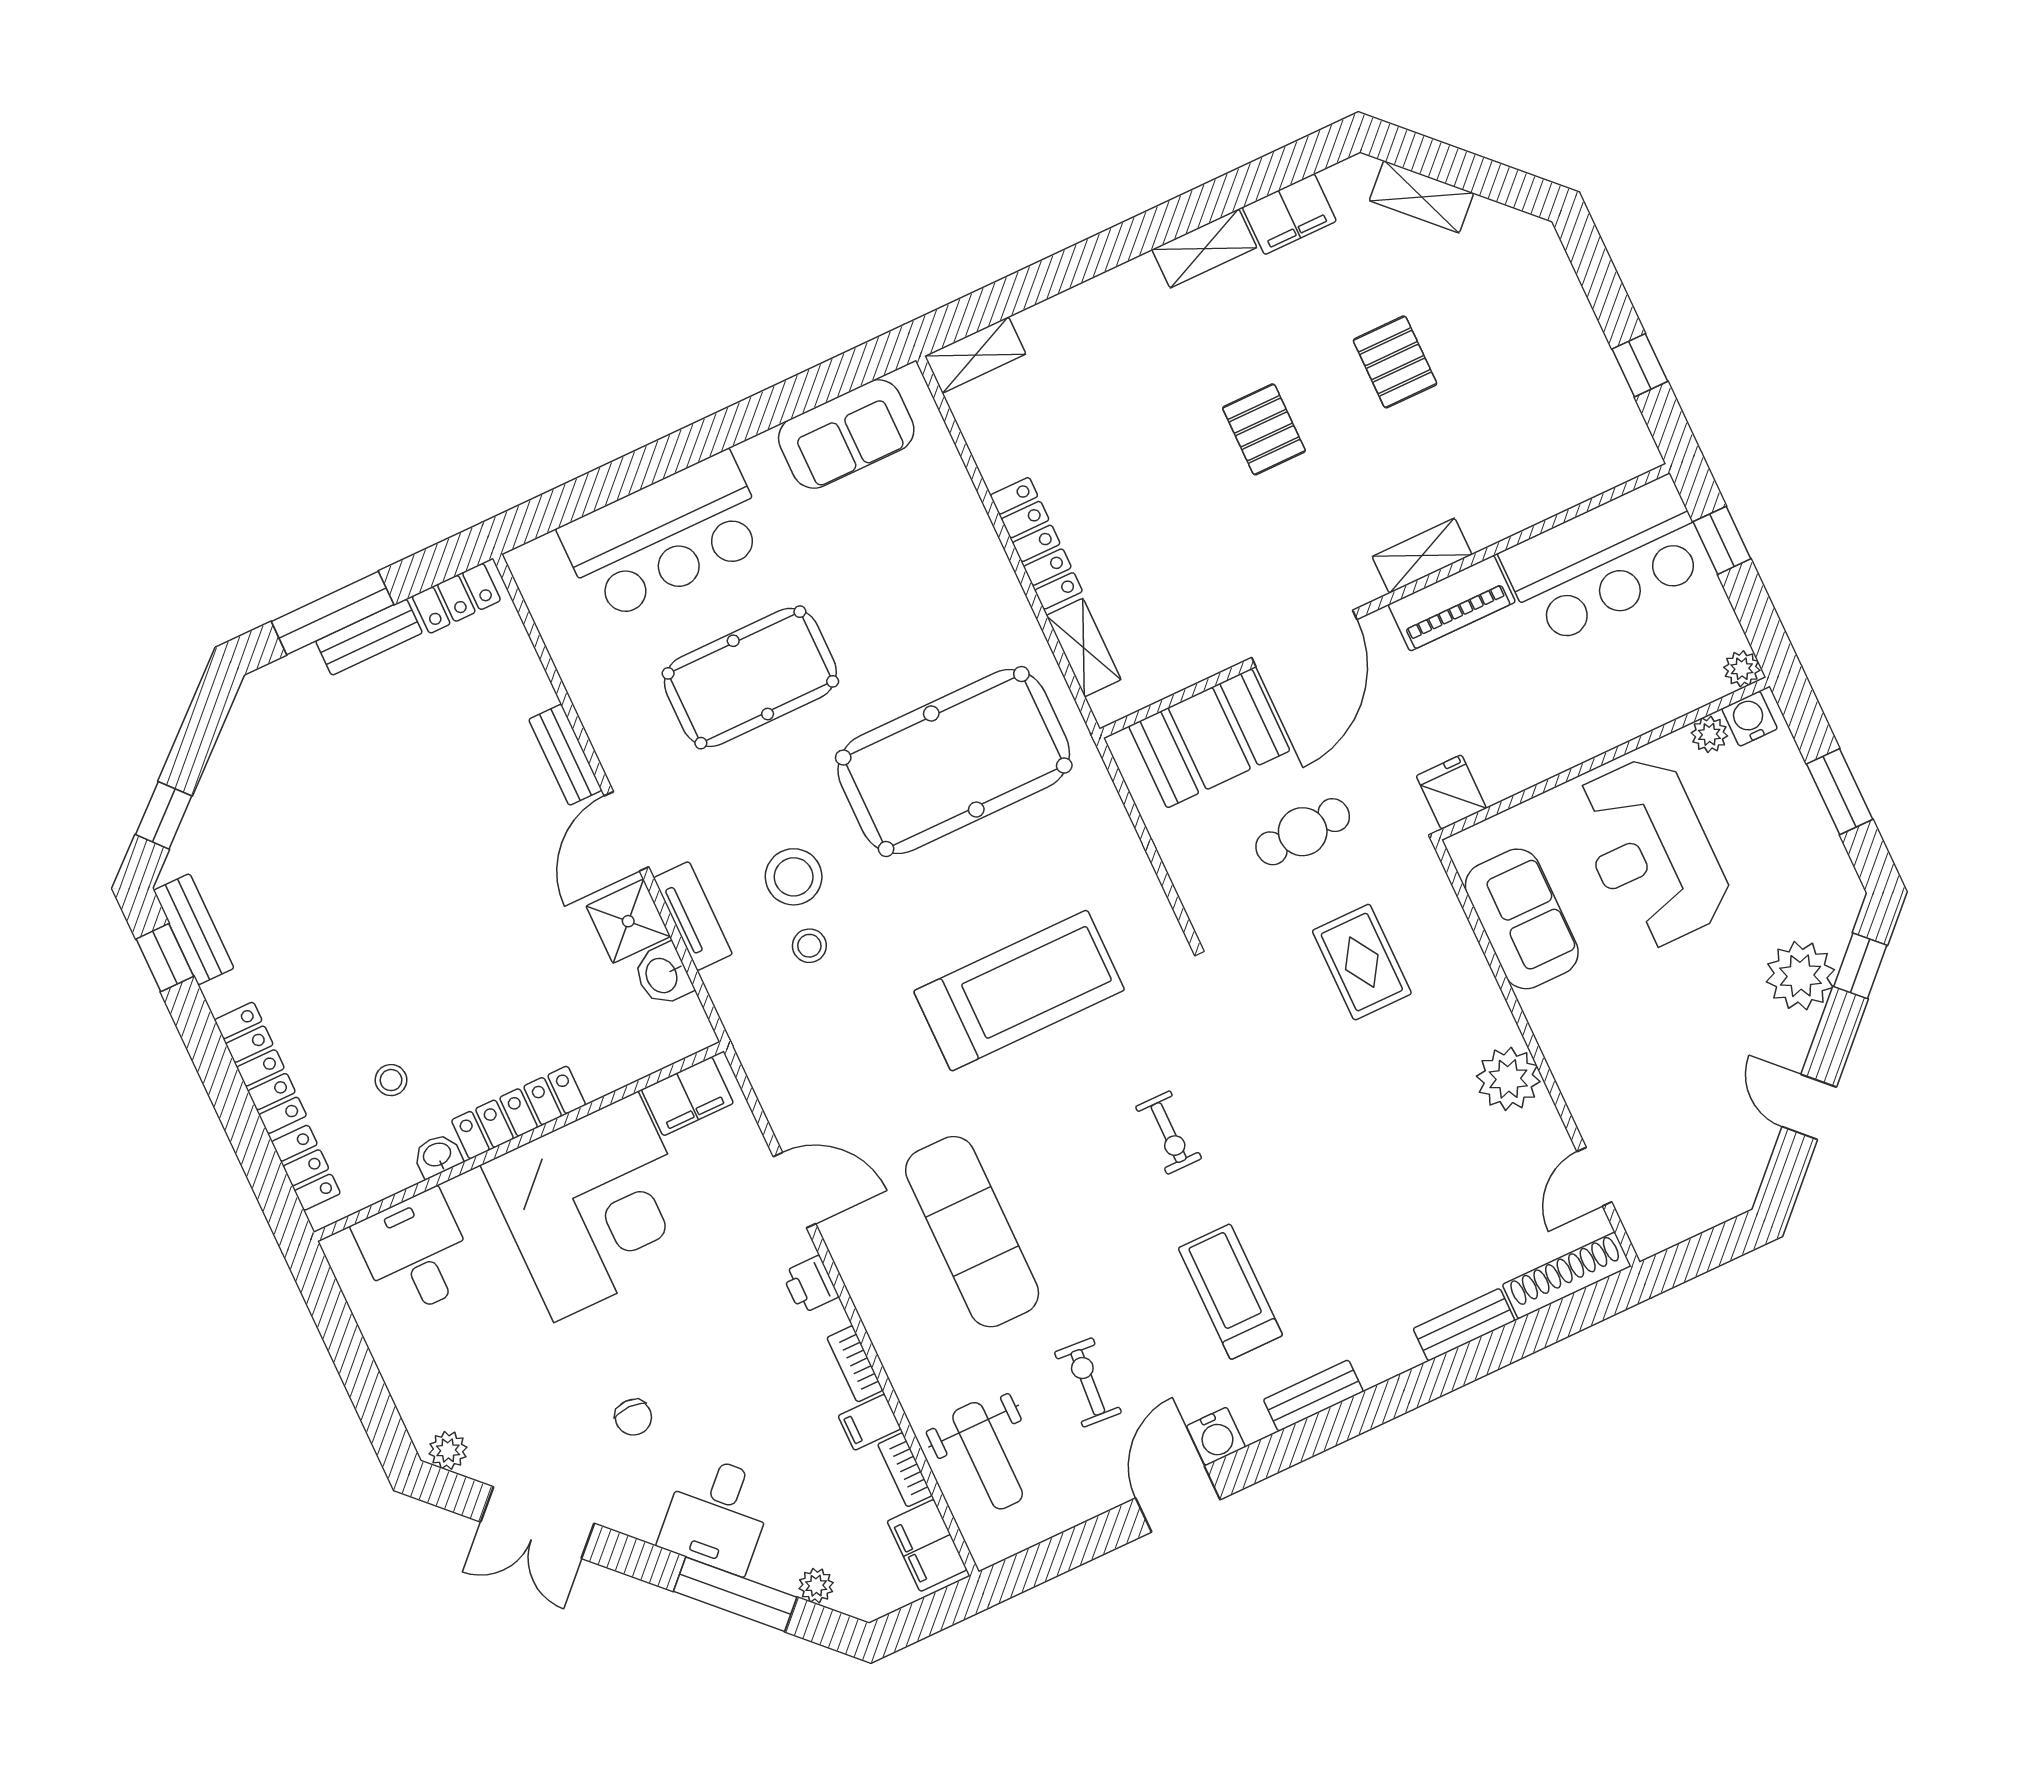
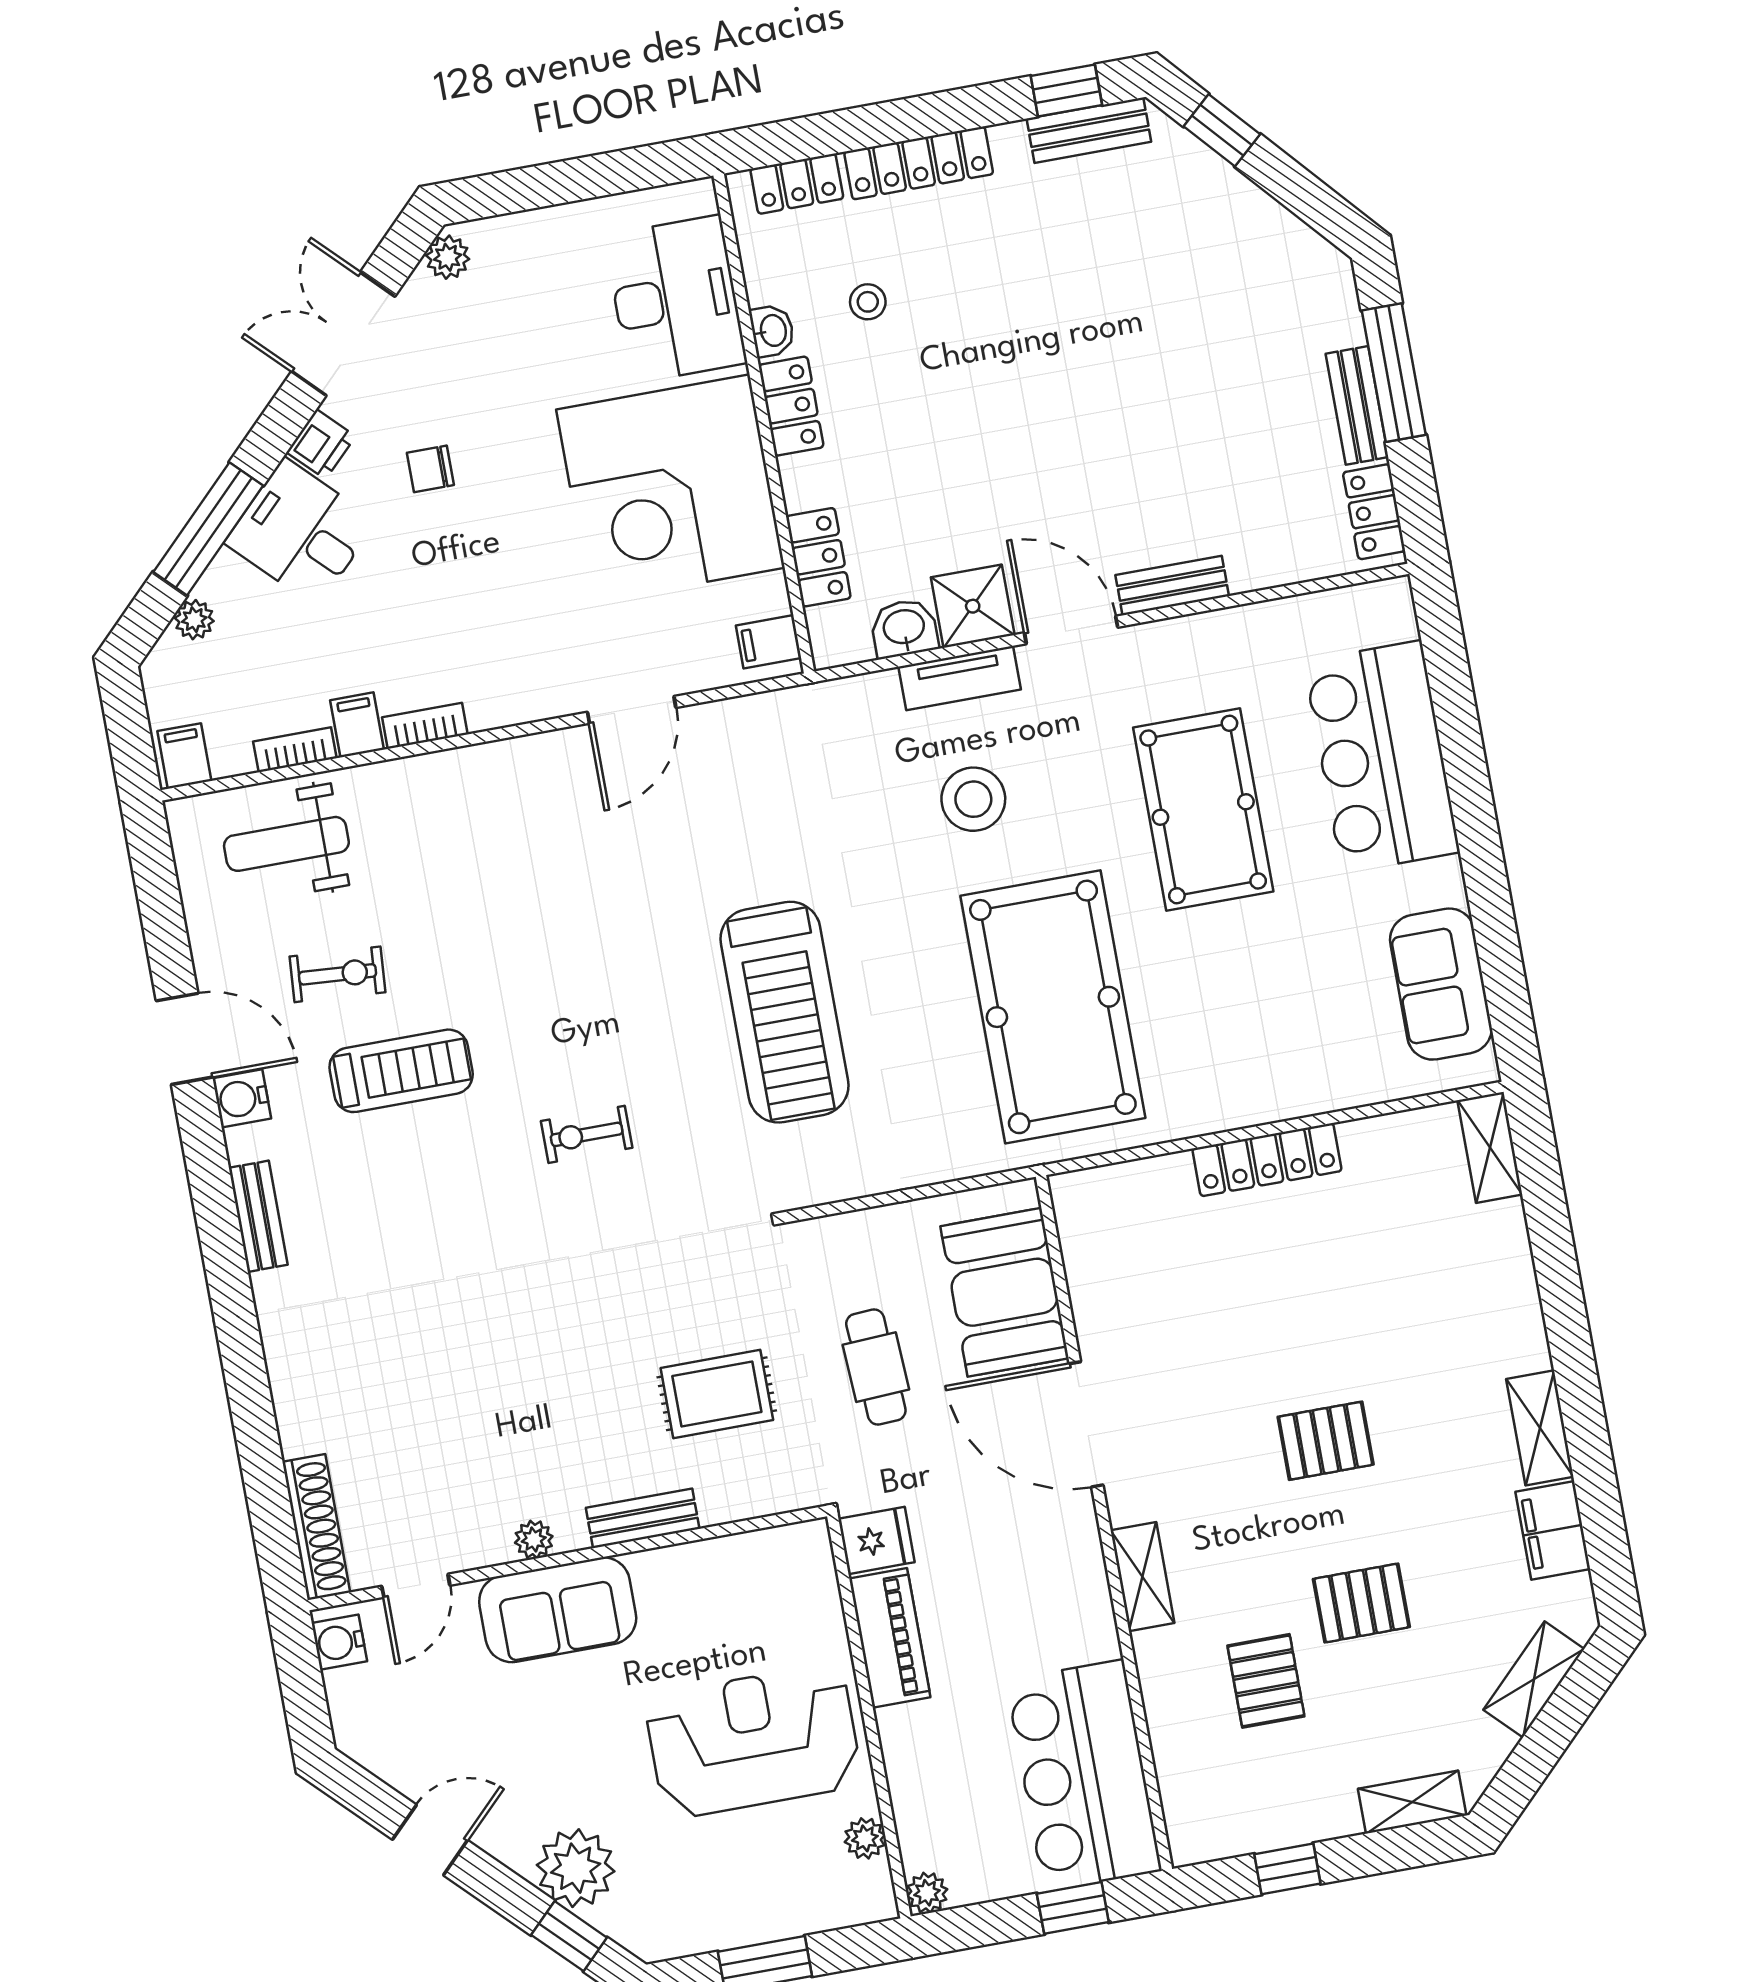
pallet: (1484, 426) -> (1266, 1681), added
piano: (1452, 603) -> (890, 1638), moved, turned 180
shelving: (1084, 648) -> (1412, 1802), moved
water cooler: (1750, 719) -> (339, 1642), moved, turned 180
sofa: (1522, 919) -> (558, 1610), moved
stool: (809, 946) -> (894, 797), removed
locker: (621, 1065) -> (818, 557), added
plant: (1508, 1079) -> (534, 1540), width x0.53, depth x0.53
filing cabinet: (687, 1096) -> (769, 642), width x0.50
locker: (519, 1112) -> (791, 406), width x0.66
door: (1594, 1177) -> (416, 1586), swing flipped
exercise mat: (972, 1232) -> (535, 892), removed
desk: (416, 1253) -> (676, 299), width x1.37
printer: (810, 1285) -> (321, 444), moved, turned 135
treadmill: (1230, 1292) -> (401, 1071), moved
bench: (1464, 1325) -> (643, 1518), moved, turned 90
filing cabinet: (927, 1545) -> (184, 756), width x0.50

